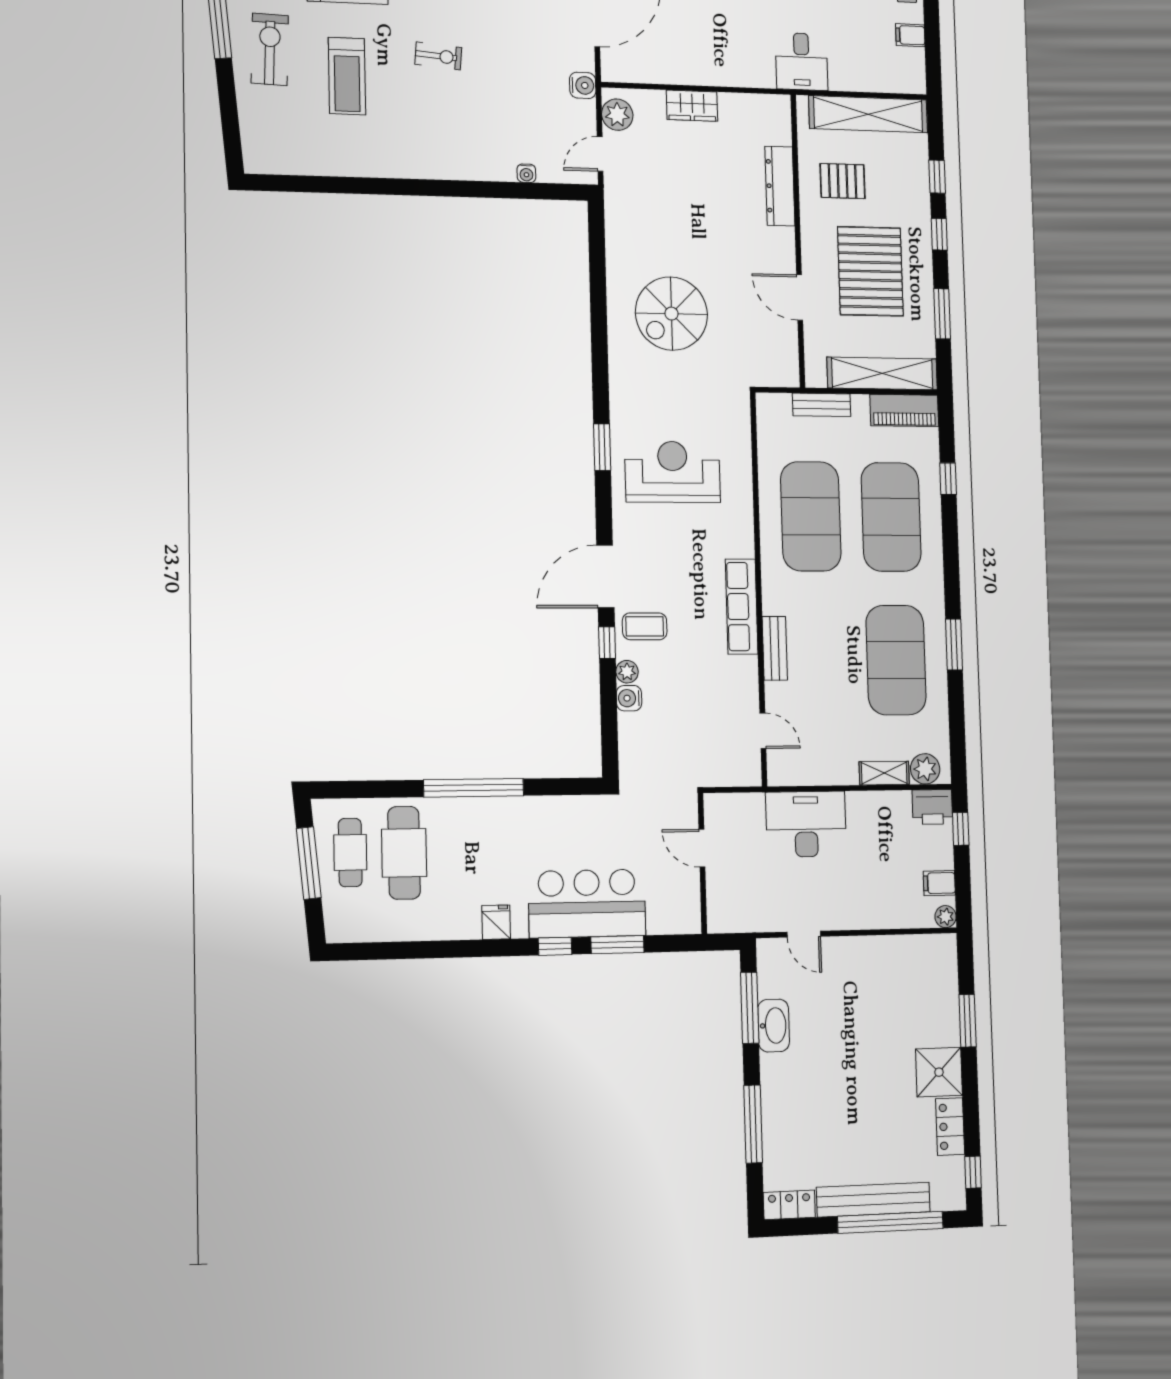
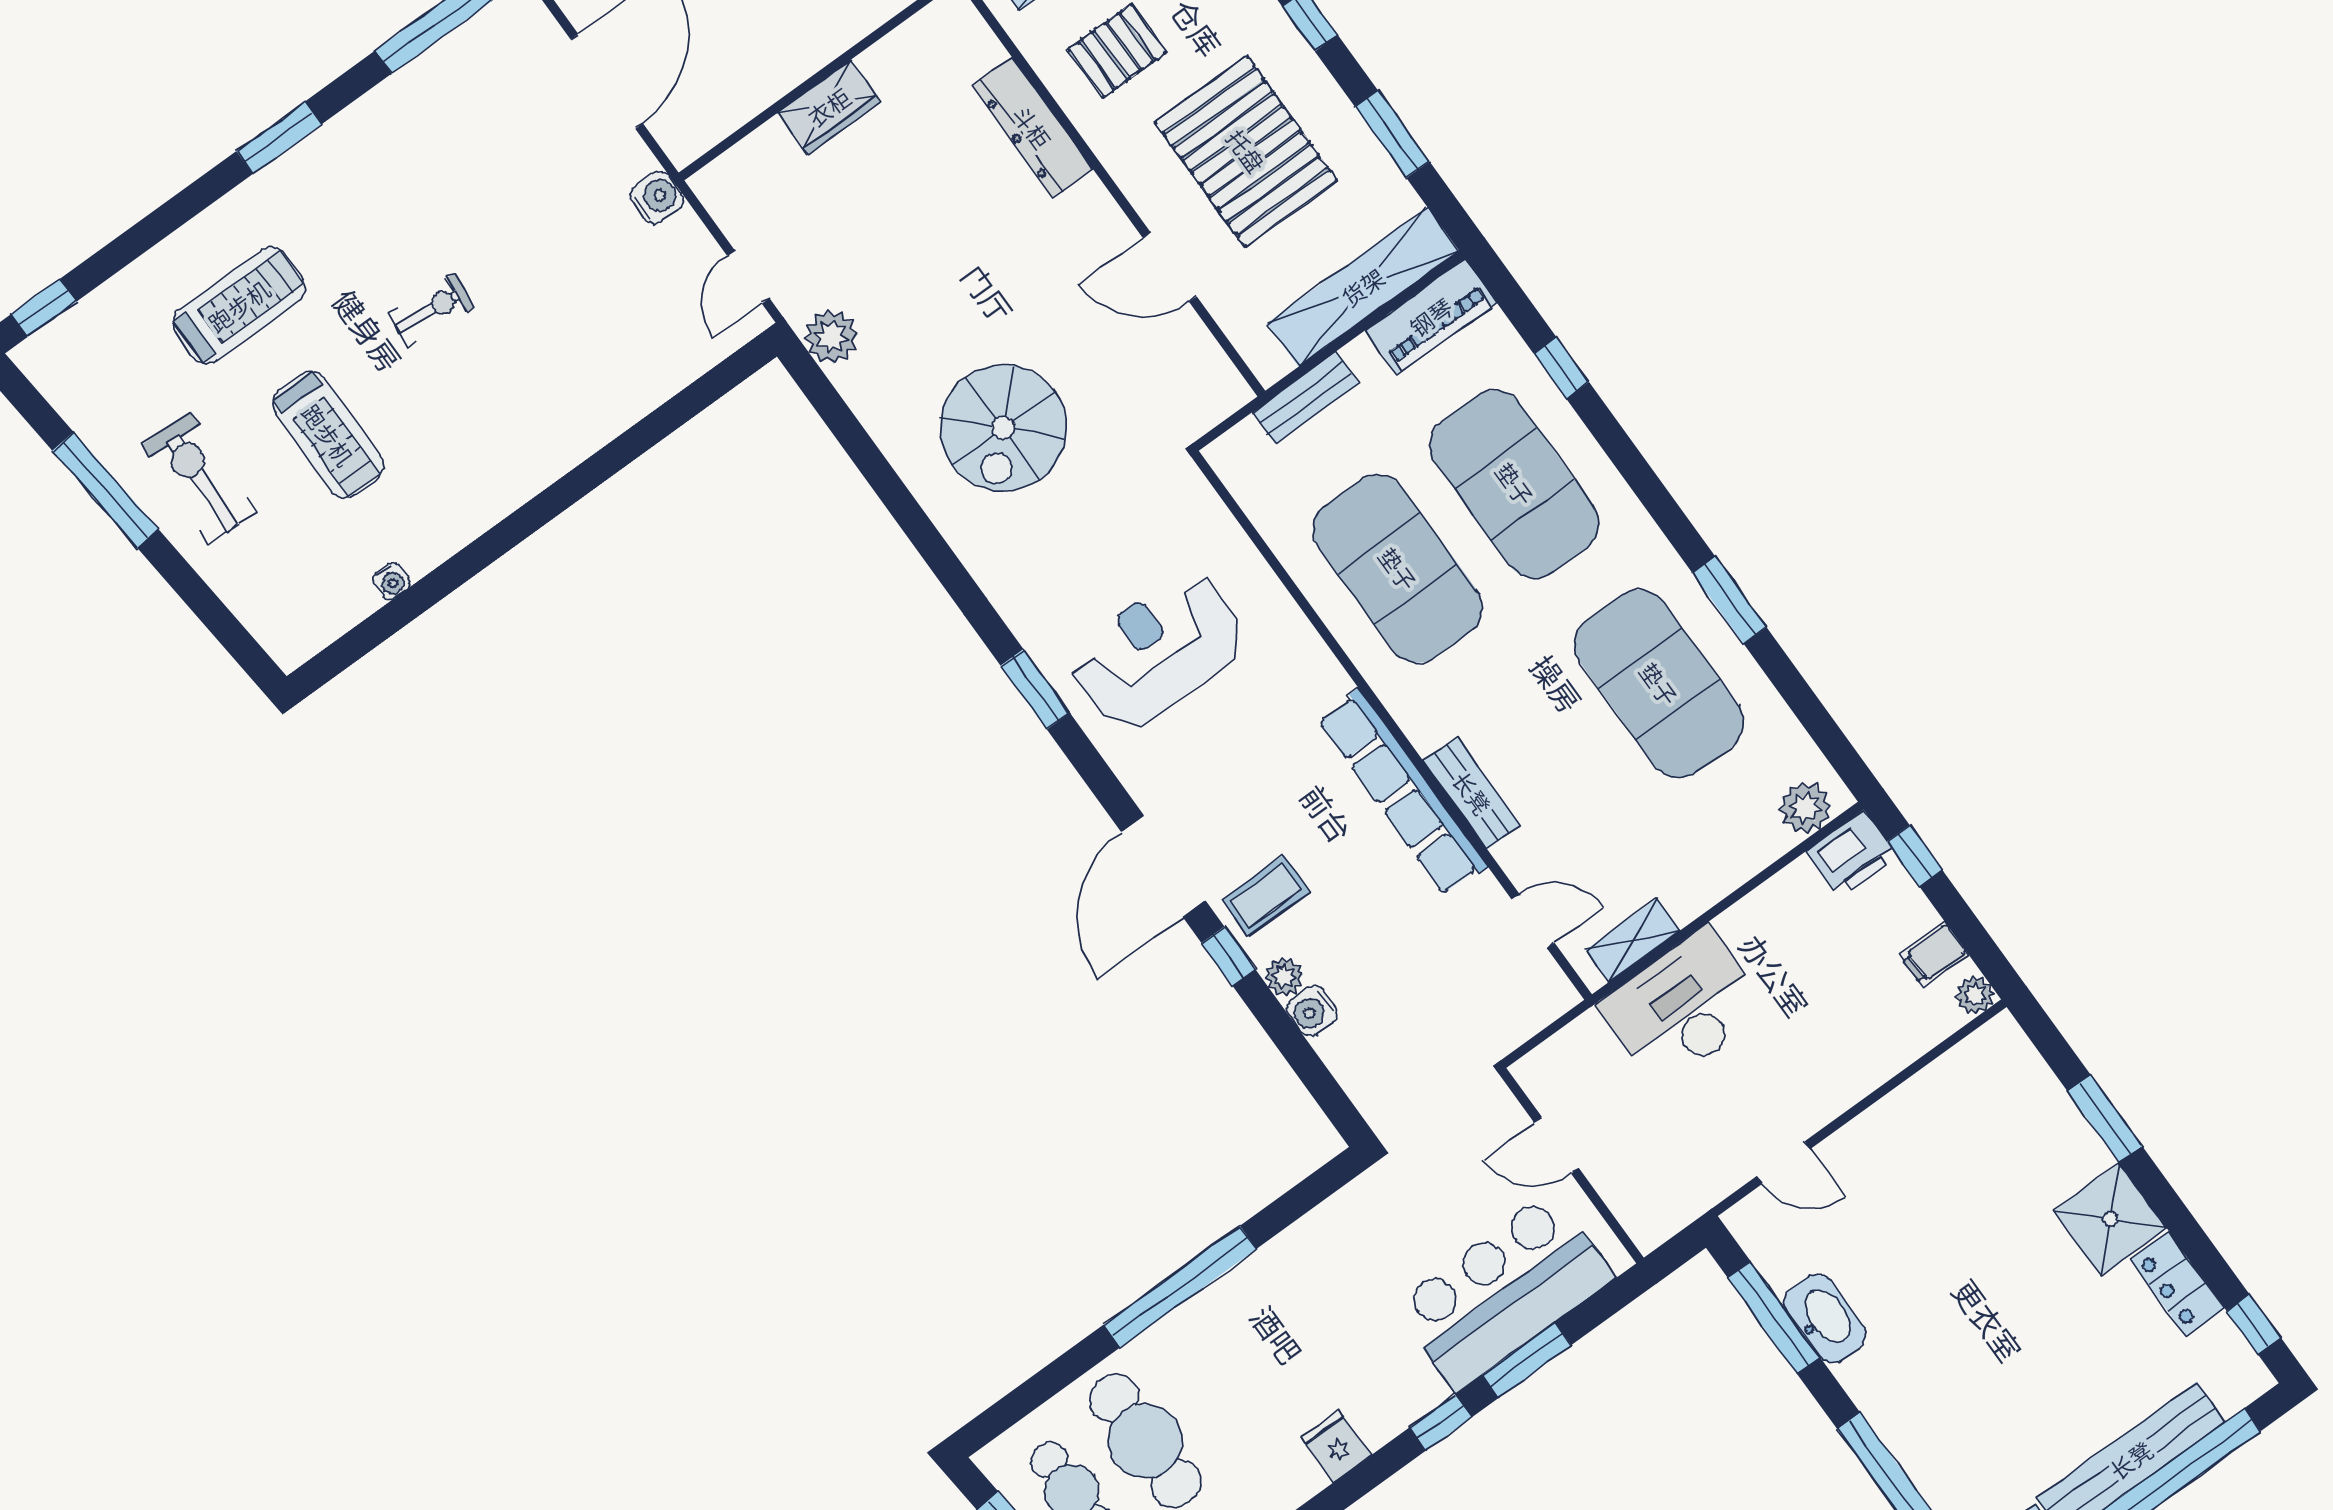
plant: (617, 115) -> (831, 337), moved
water cooler: (526, 173) -> (391, 581), moved
row of seats: (742, 607) -> (1402, 793), width x1.36
shelving: (884, 773) -> (1633, 940), moved
bar counter: (587, 903) -> (1504, 1291), moved

